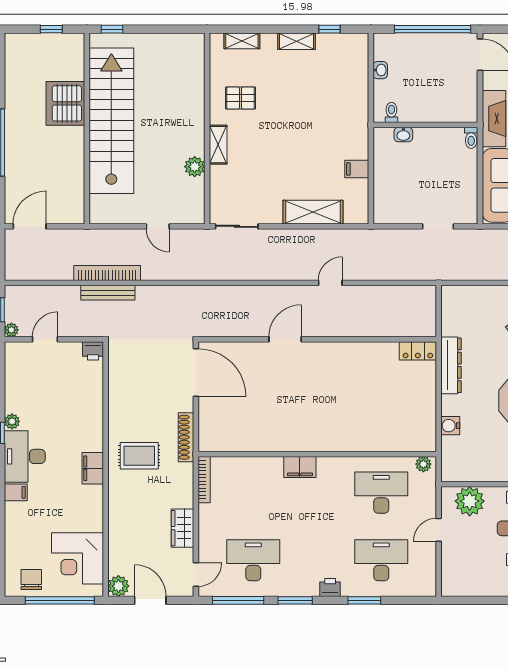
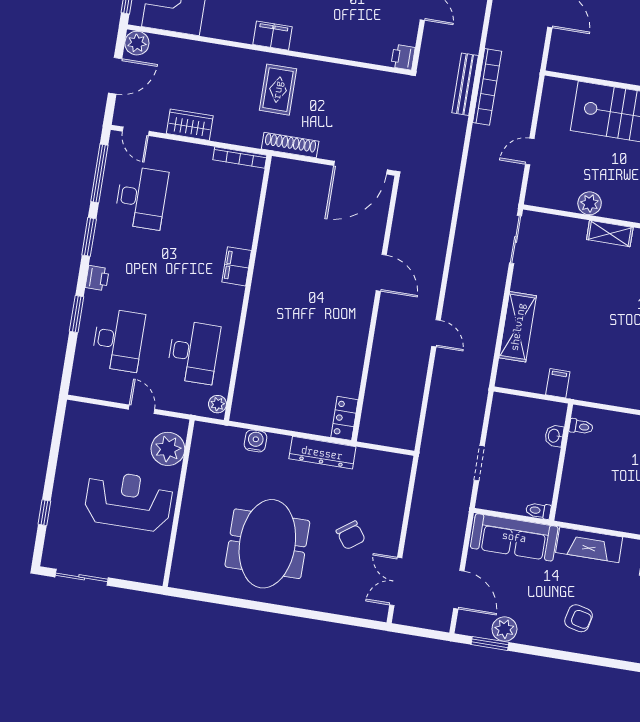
toilet: (391, 112) -> (581, 427), moved
wall: (425, 125) -> (561, 462), moved
washbasin: (403, 135) -> (554, 436), moved
toilet: (471, 138) -> (538, 511), moved

